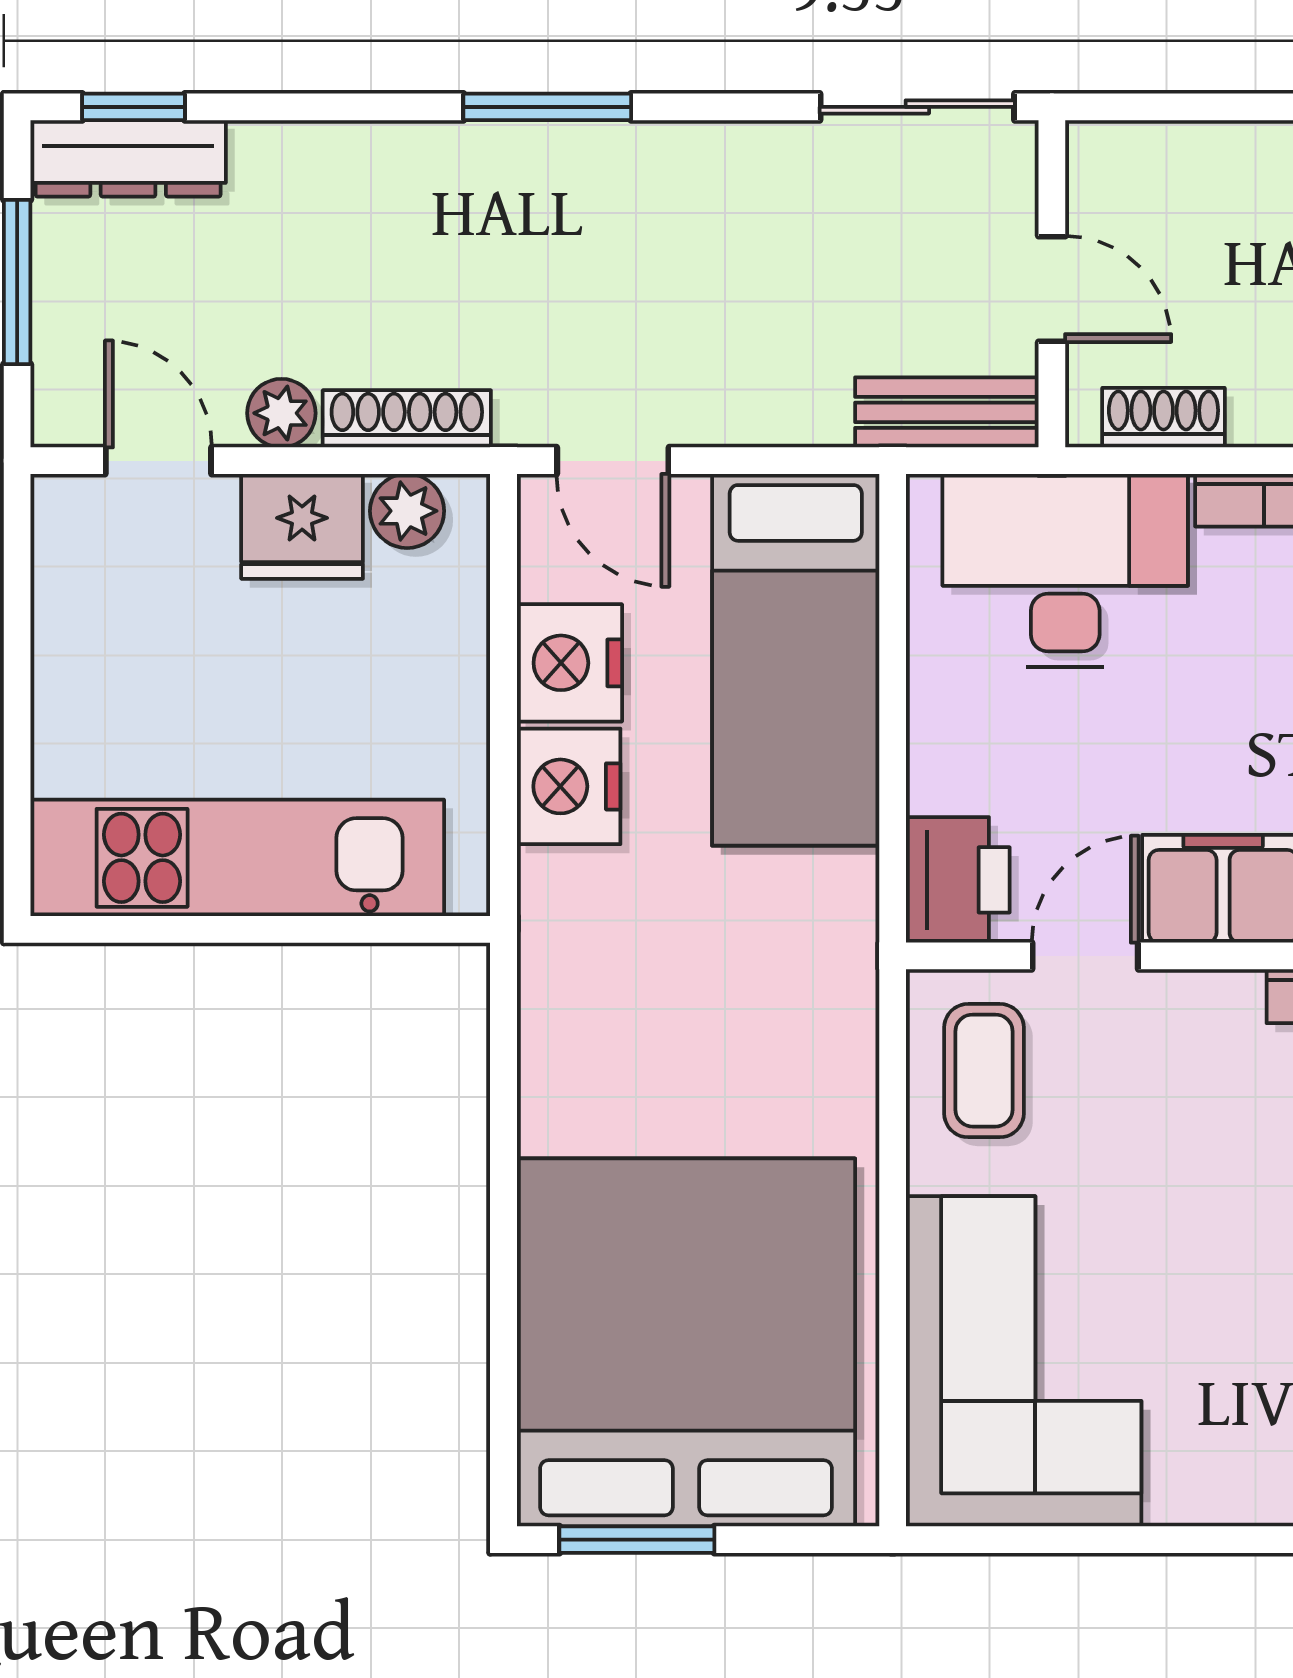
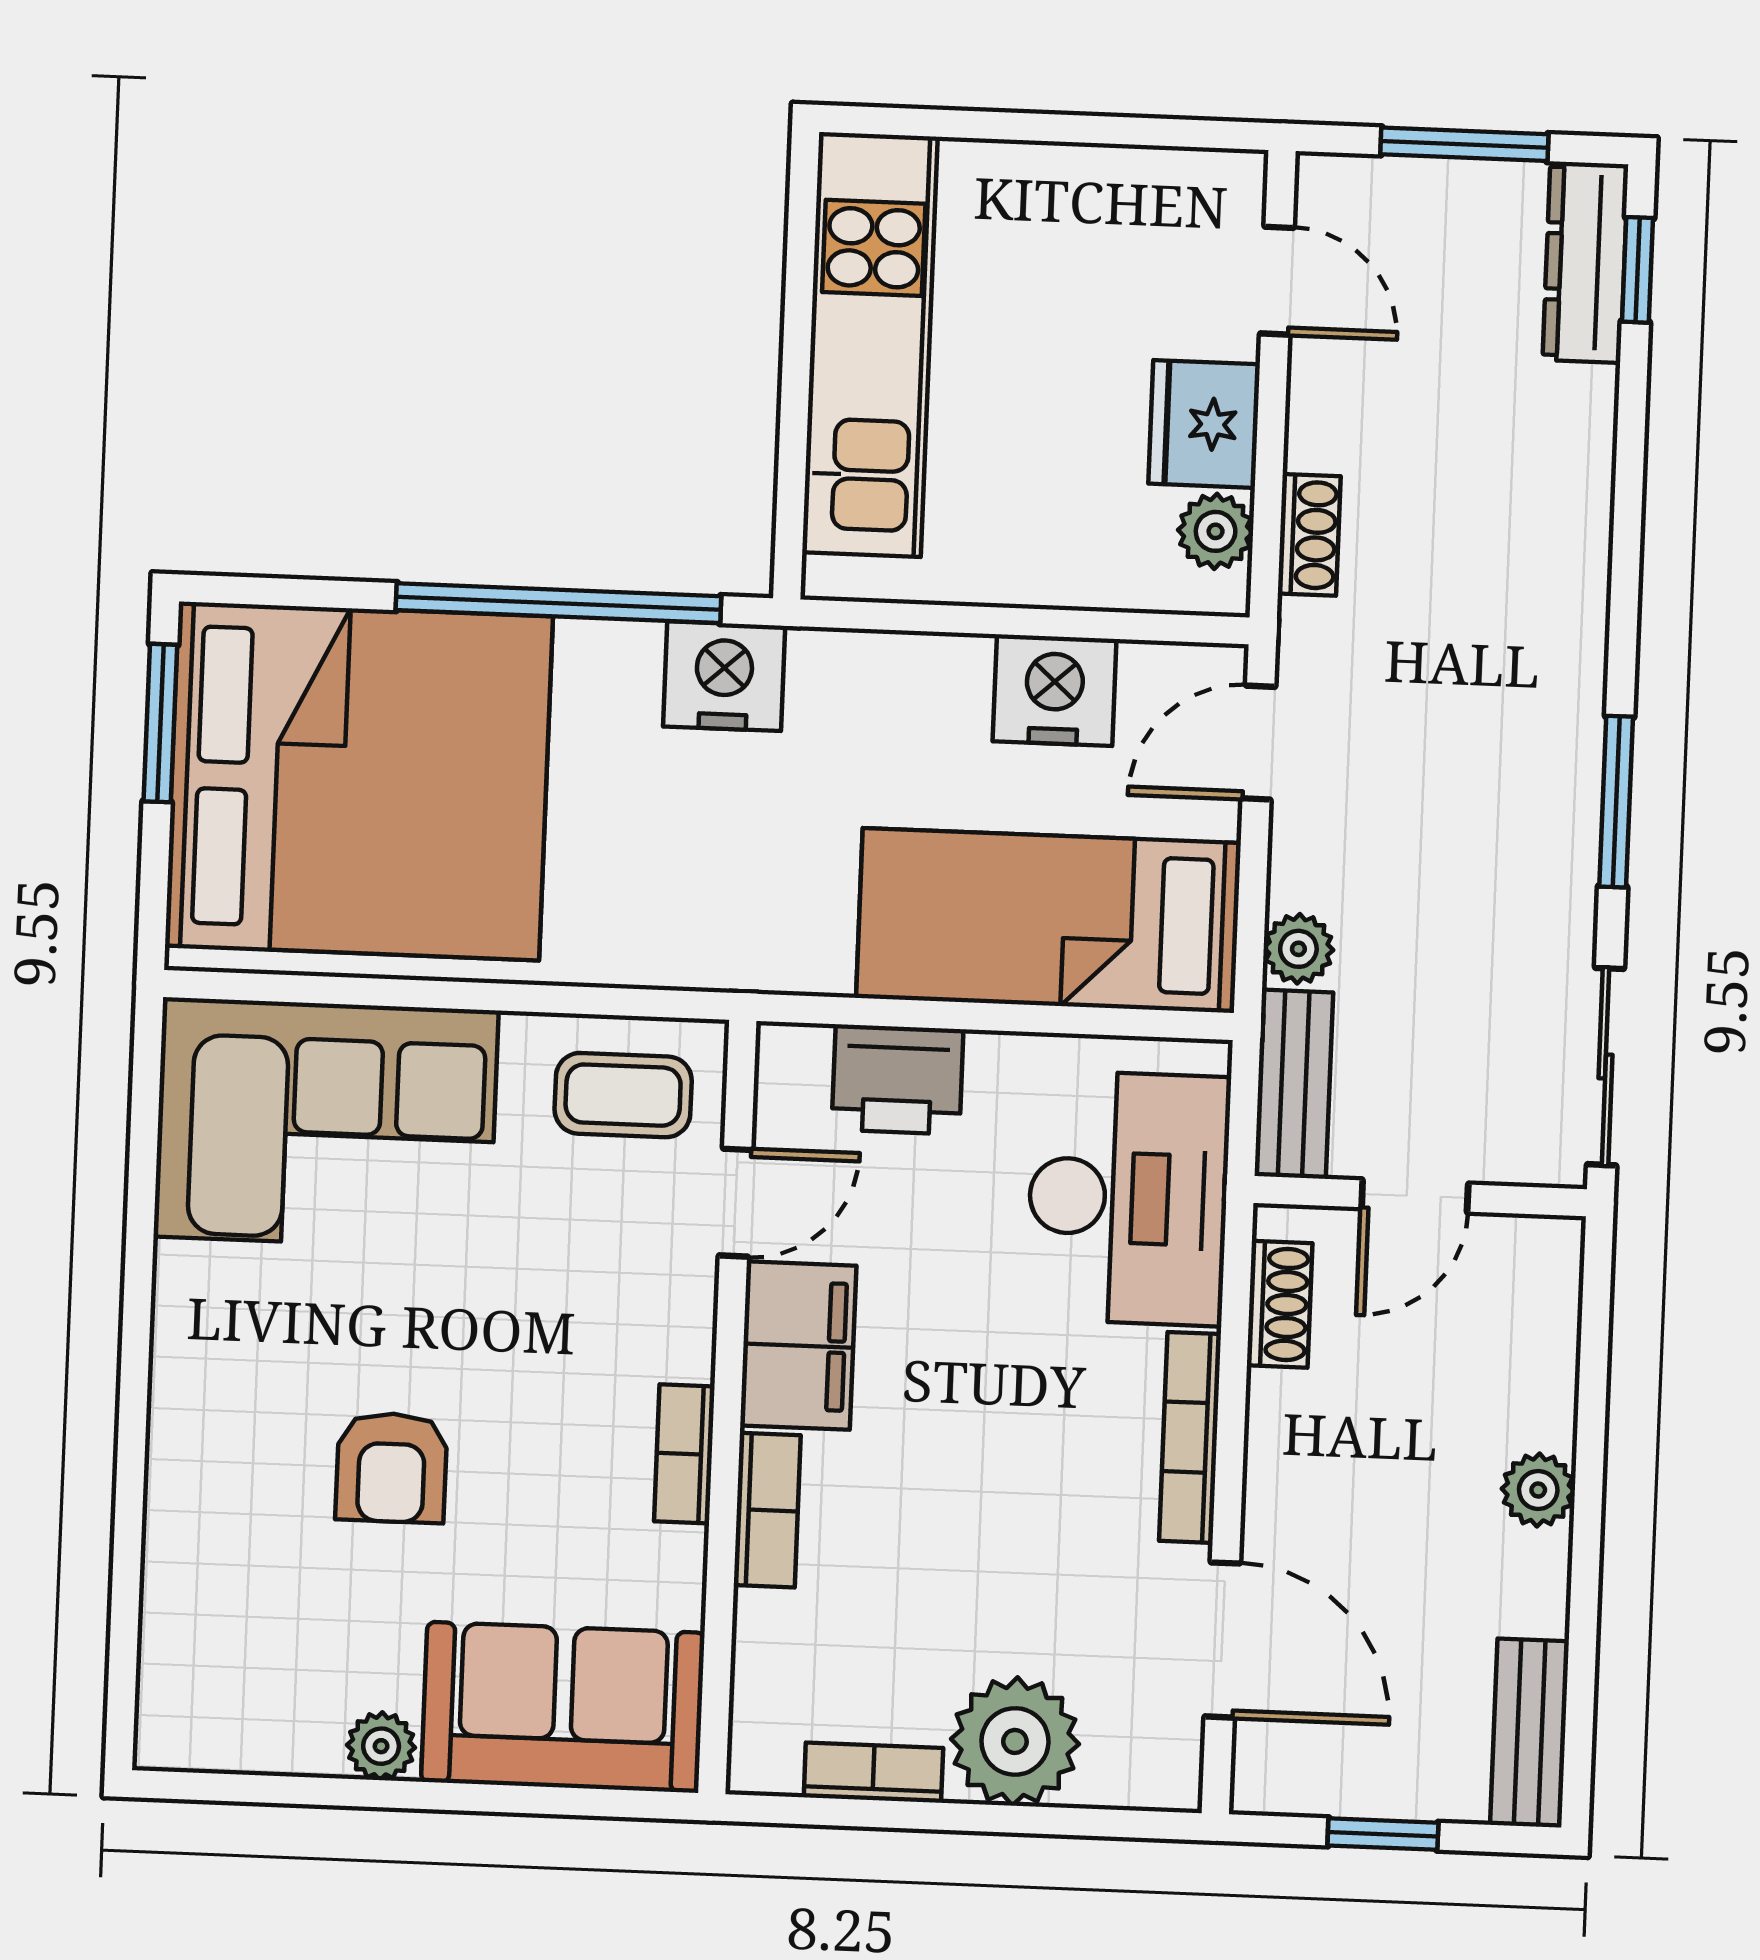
window: (547, 107) -> (1616, 802), moved
plant: (281, 413) -> (1298, 949), moved
shoe rack: (407, 419) -> (1309, 535), width x0.70
door: (158, 461) -> (1277, 281), hinge flipped
nightstand: (569, 786) -> (724, 676), moved
printer: (958, 880) -> (897, 1079), moved
door: (1085, 956) -> (736, 1203), hinge flipped
window: (503, 1153) -> (558, 603), added

